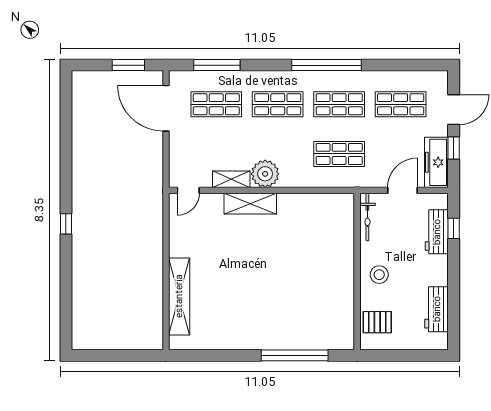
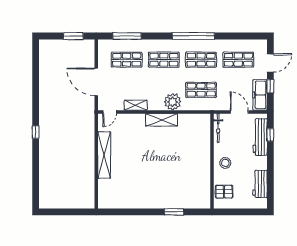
door: (166, 108) -> (96, 82), moved
plant: (265, 174) -> (173, 102), moved
door: (403, 190) -> (239, 112), hinge flipped
shelving: (250, 204) -> (161, 120), moved
workbench: (437, 232) -> (260, 137), width x1.38
shelving: (179, 296) -> (104, 155), moved
window: (295, 355) -> (174, 212), width x0.47

